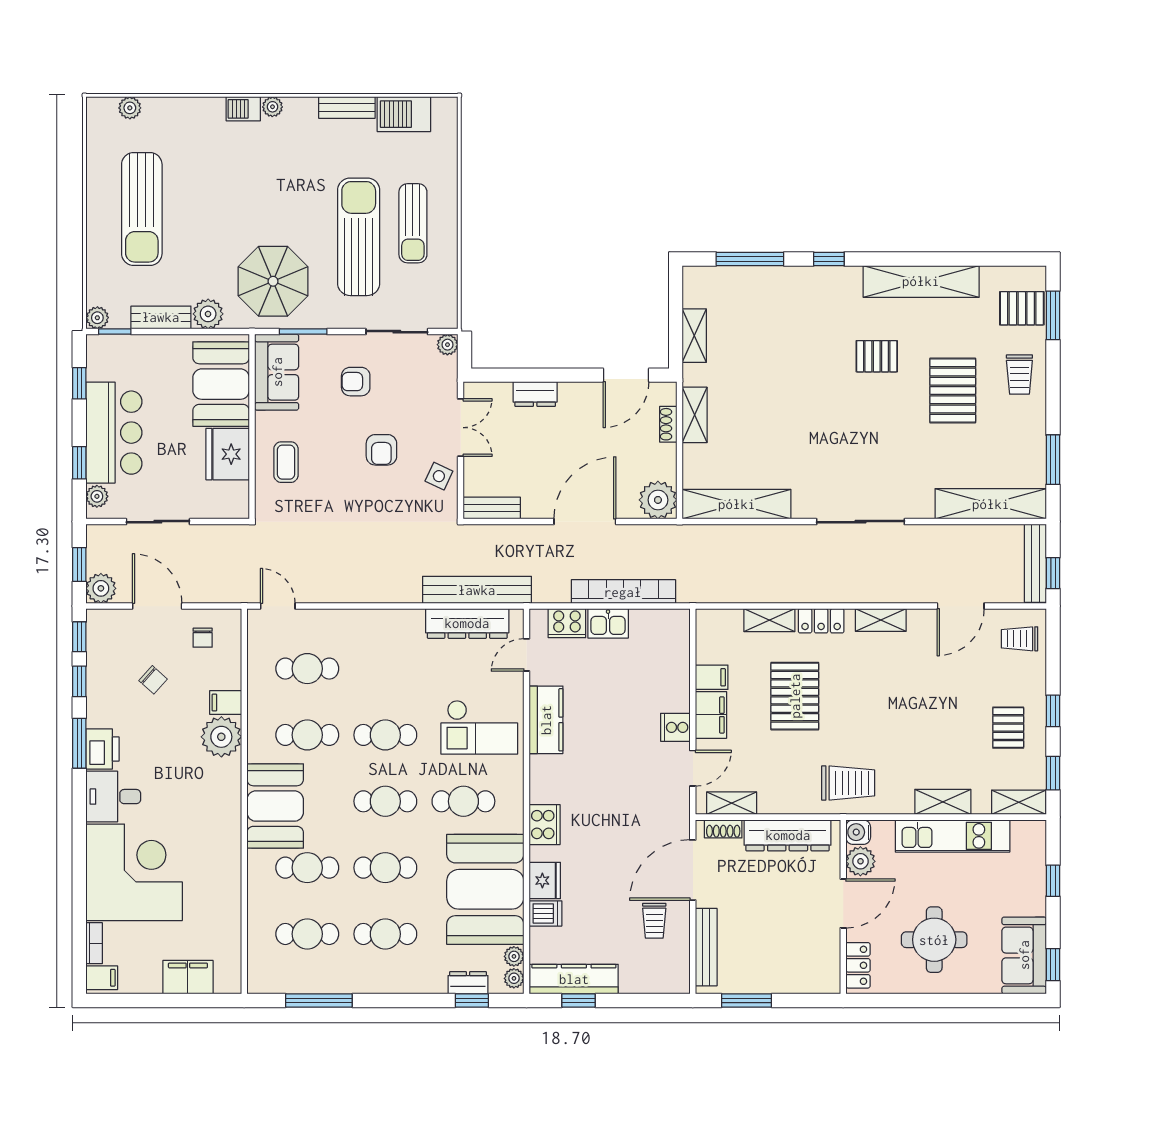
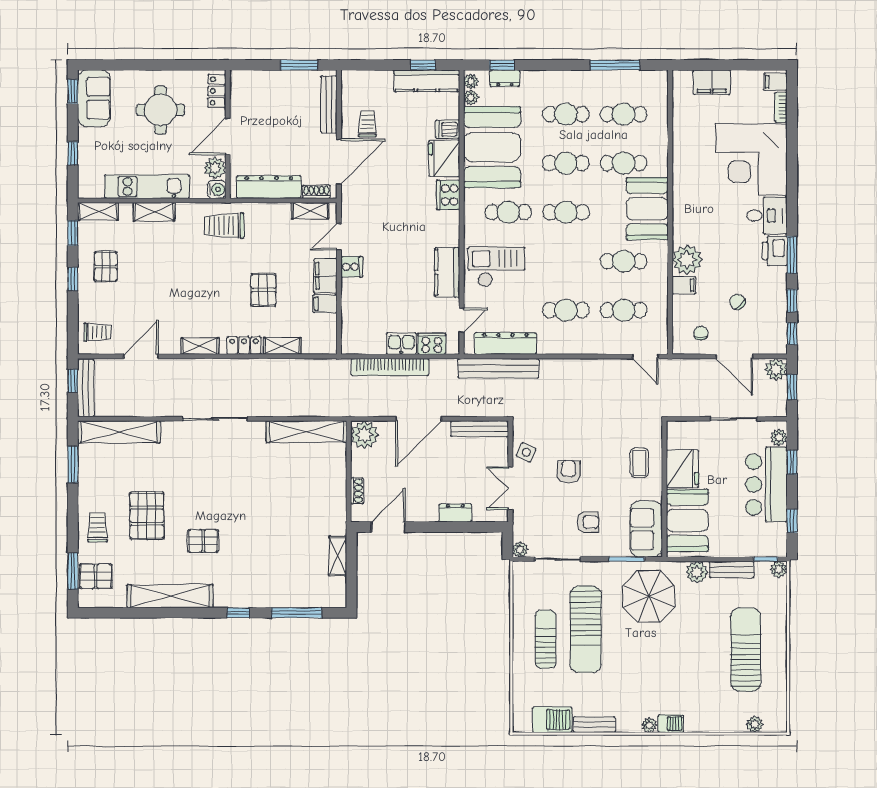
shelving: (695, 415) -> (337, 498), removed
bench: (492, 508) -> (480, 429), width x1.36
pallet: (795, 696) -> (263, 290), width x0.67, depth x0.71
cafe table: (385, 735) -> (566, 310), moved
fridge: (545, 880) -> (444, 159), width x1.36, depth x1.34

